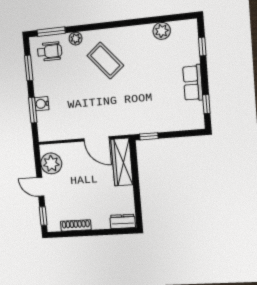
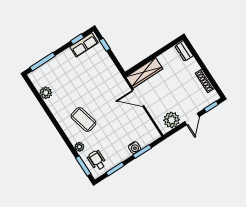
window: (202, 47) -> (43, 62), width x2.17
coffee table: (105, 61) -> (83, 119), turned -64
row of seats: (193, 83) -> (84, 45), moved
window: (149, 136) -> (105, 45), moved
door: (97, 139) -> (138, 98), swing flipped

